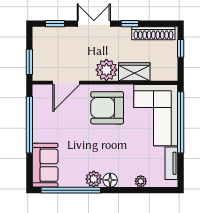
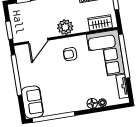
wardrobe: (134, 72) -> (100, 23), moved
armchair: (107, 108) -> (70, 54), width x0.53, depth x0.53
plant: (94, 179) -> (69, 106), removed
floor lamp: (110, 180) -> (92, 103), moved

